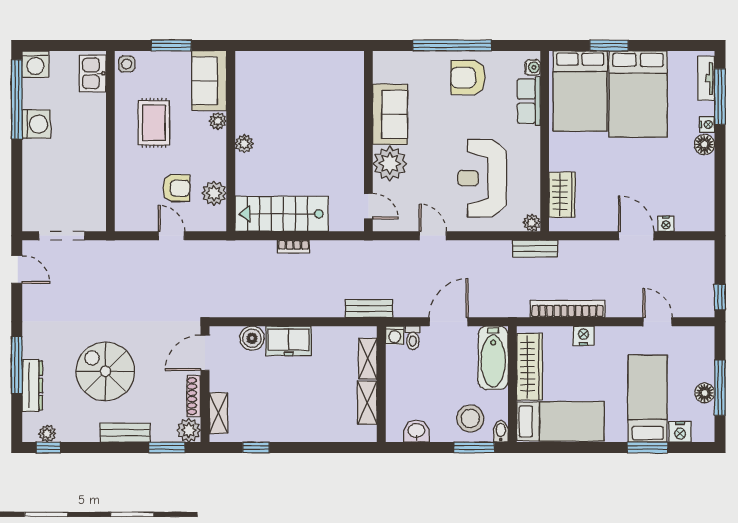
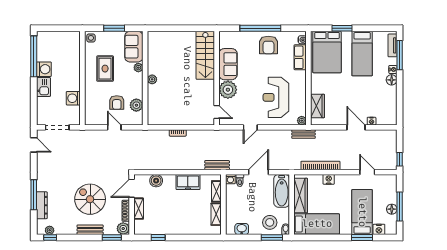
washing machine: (35, 64) -> (73, 98), moved, turned 90
kitchen sink: (93, 73) -> (43, 87), moved, turned 180
armchair: (468, 77) -> (268, 45), turned -90
bed: (638, 94) -> (362, 54), width x0.67
armchair: (176, 188) -> (117, 103), turned 90
stairs: (282, 214) -> (205, 55), moved, turned -90
door: (433, 236) -> (250, 127), swing flipped
freezer: (289, 341) -> (188, 182), moved
spiral stairs: (105, 371) -> (90, 199), moved
shelving: (218, 413) -> (139, 209), moved

